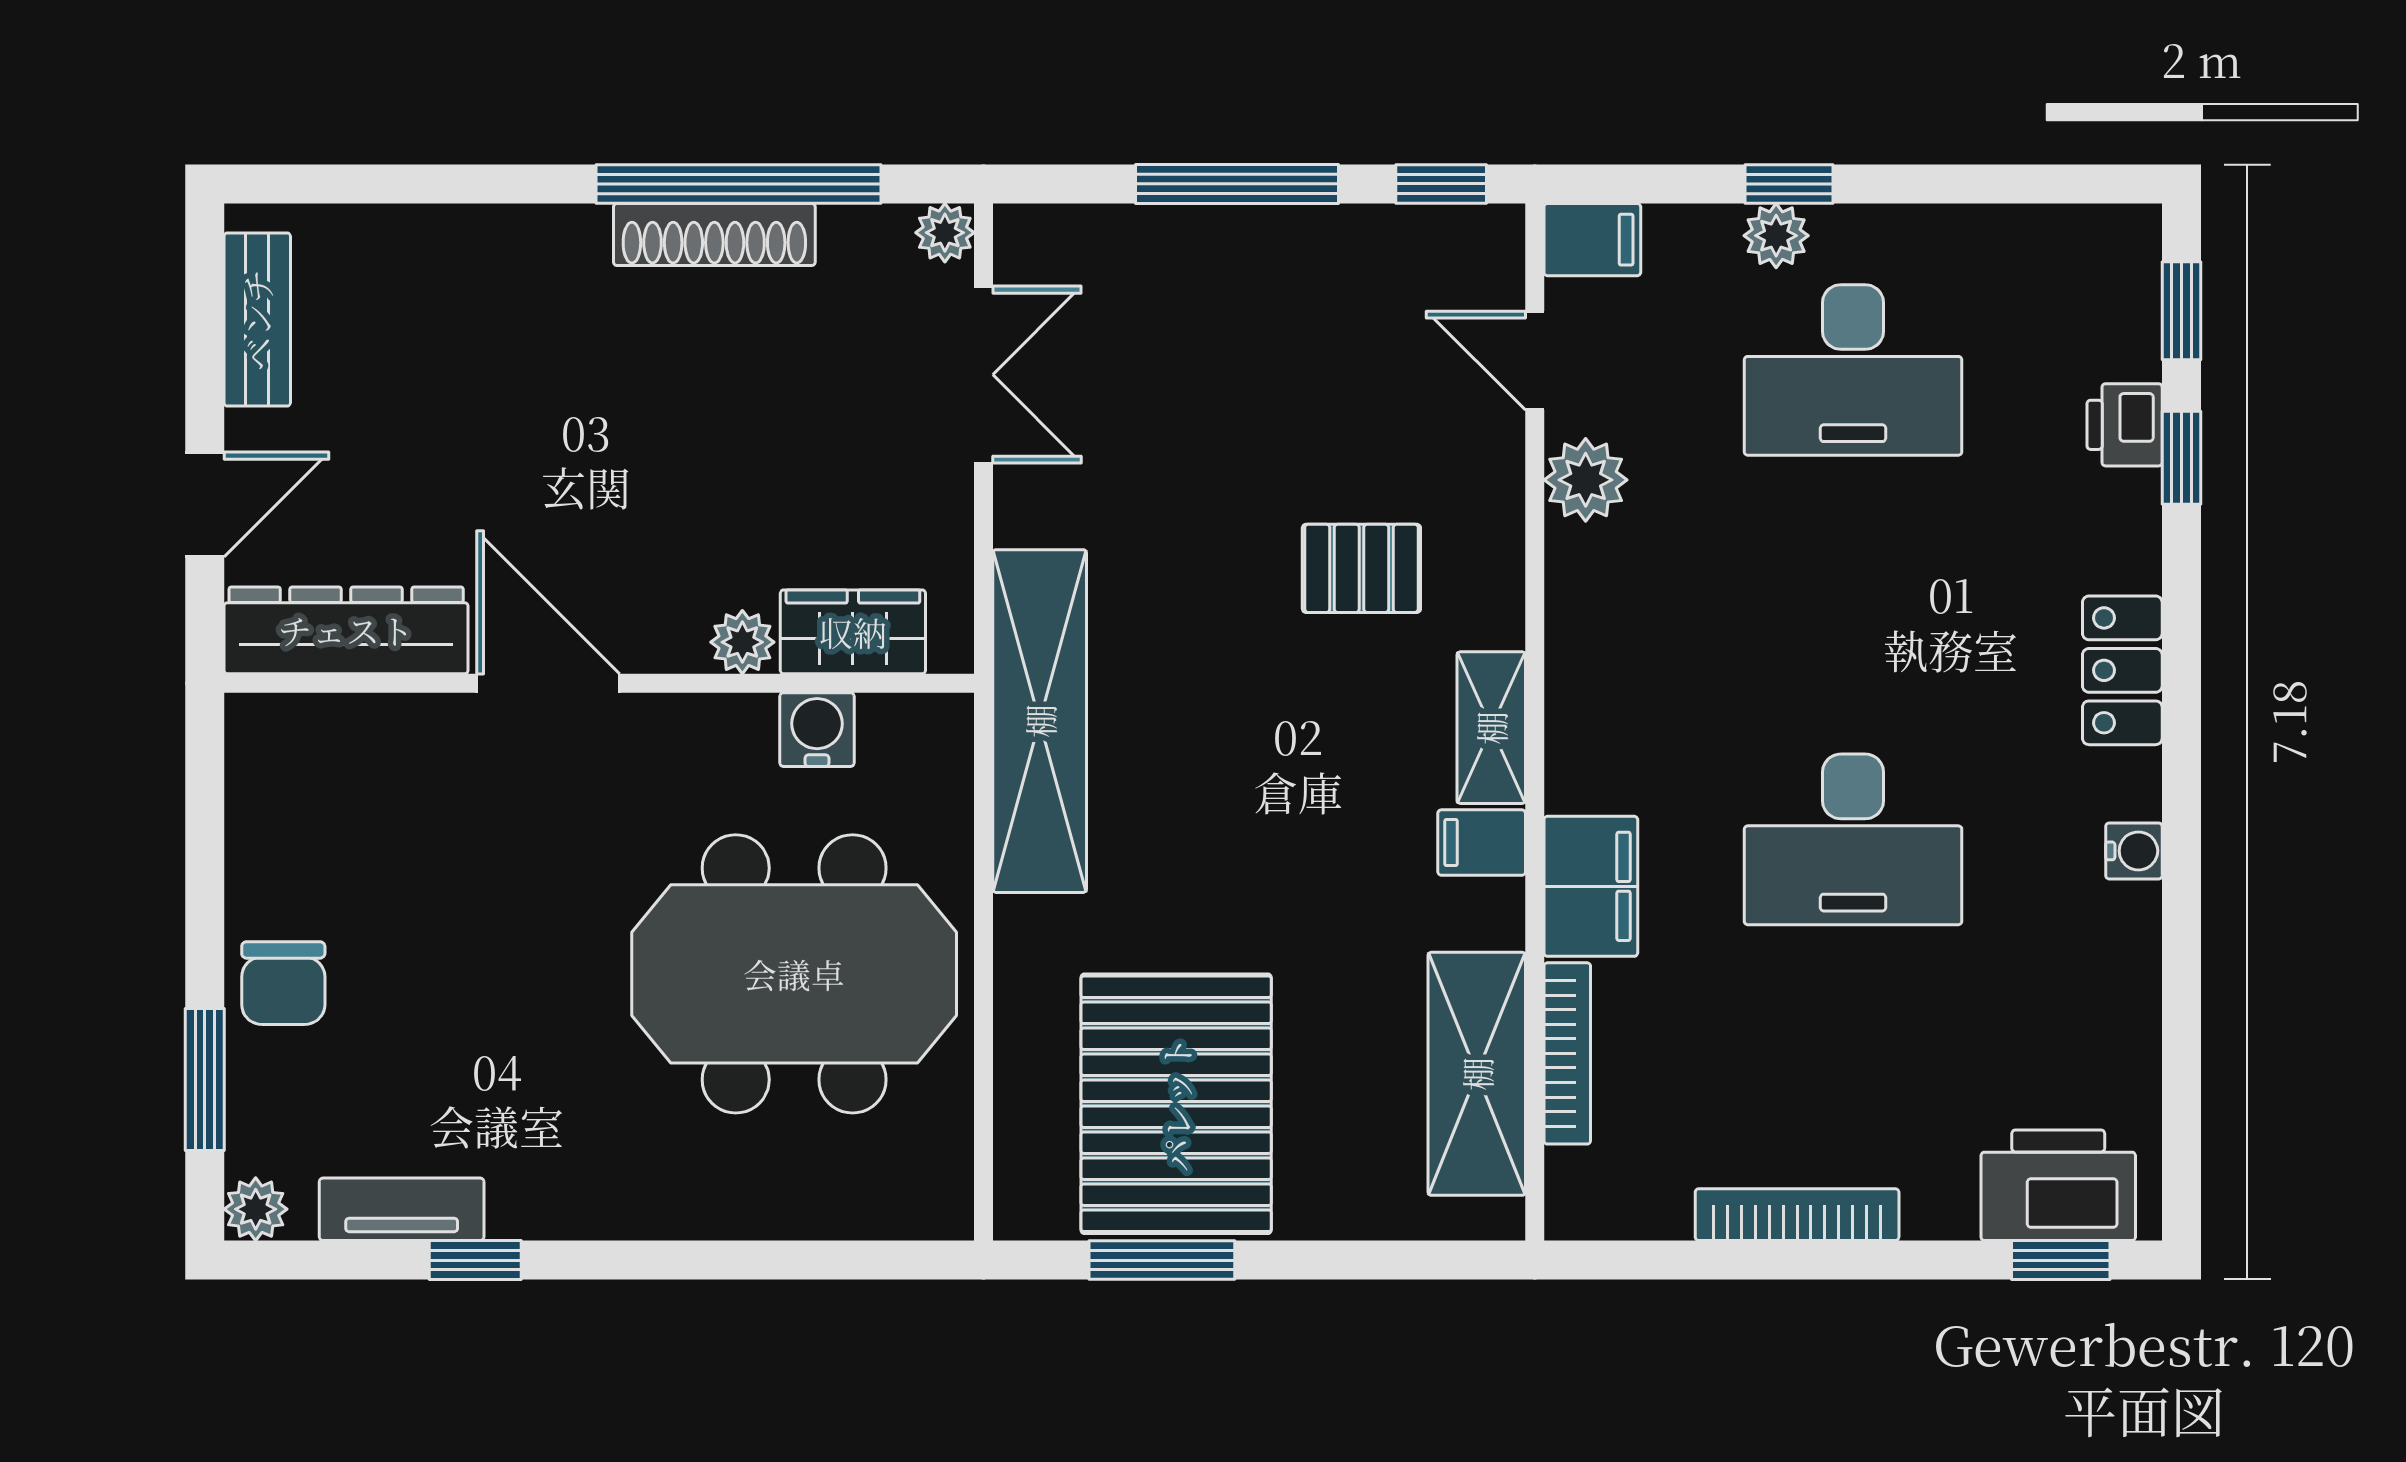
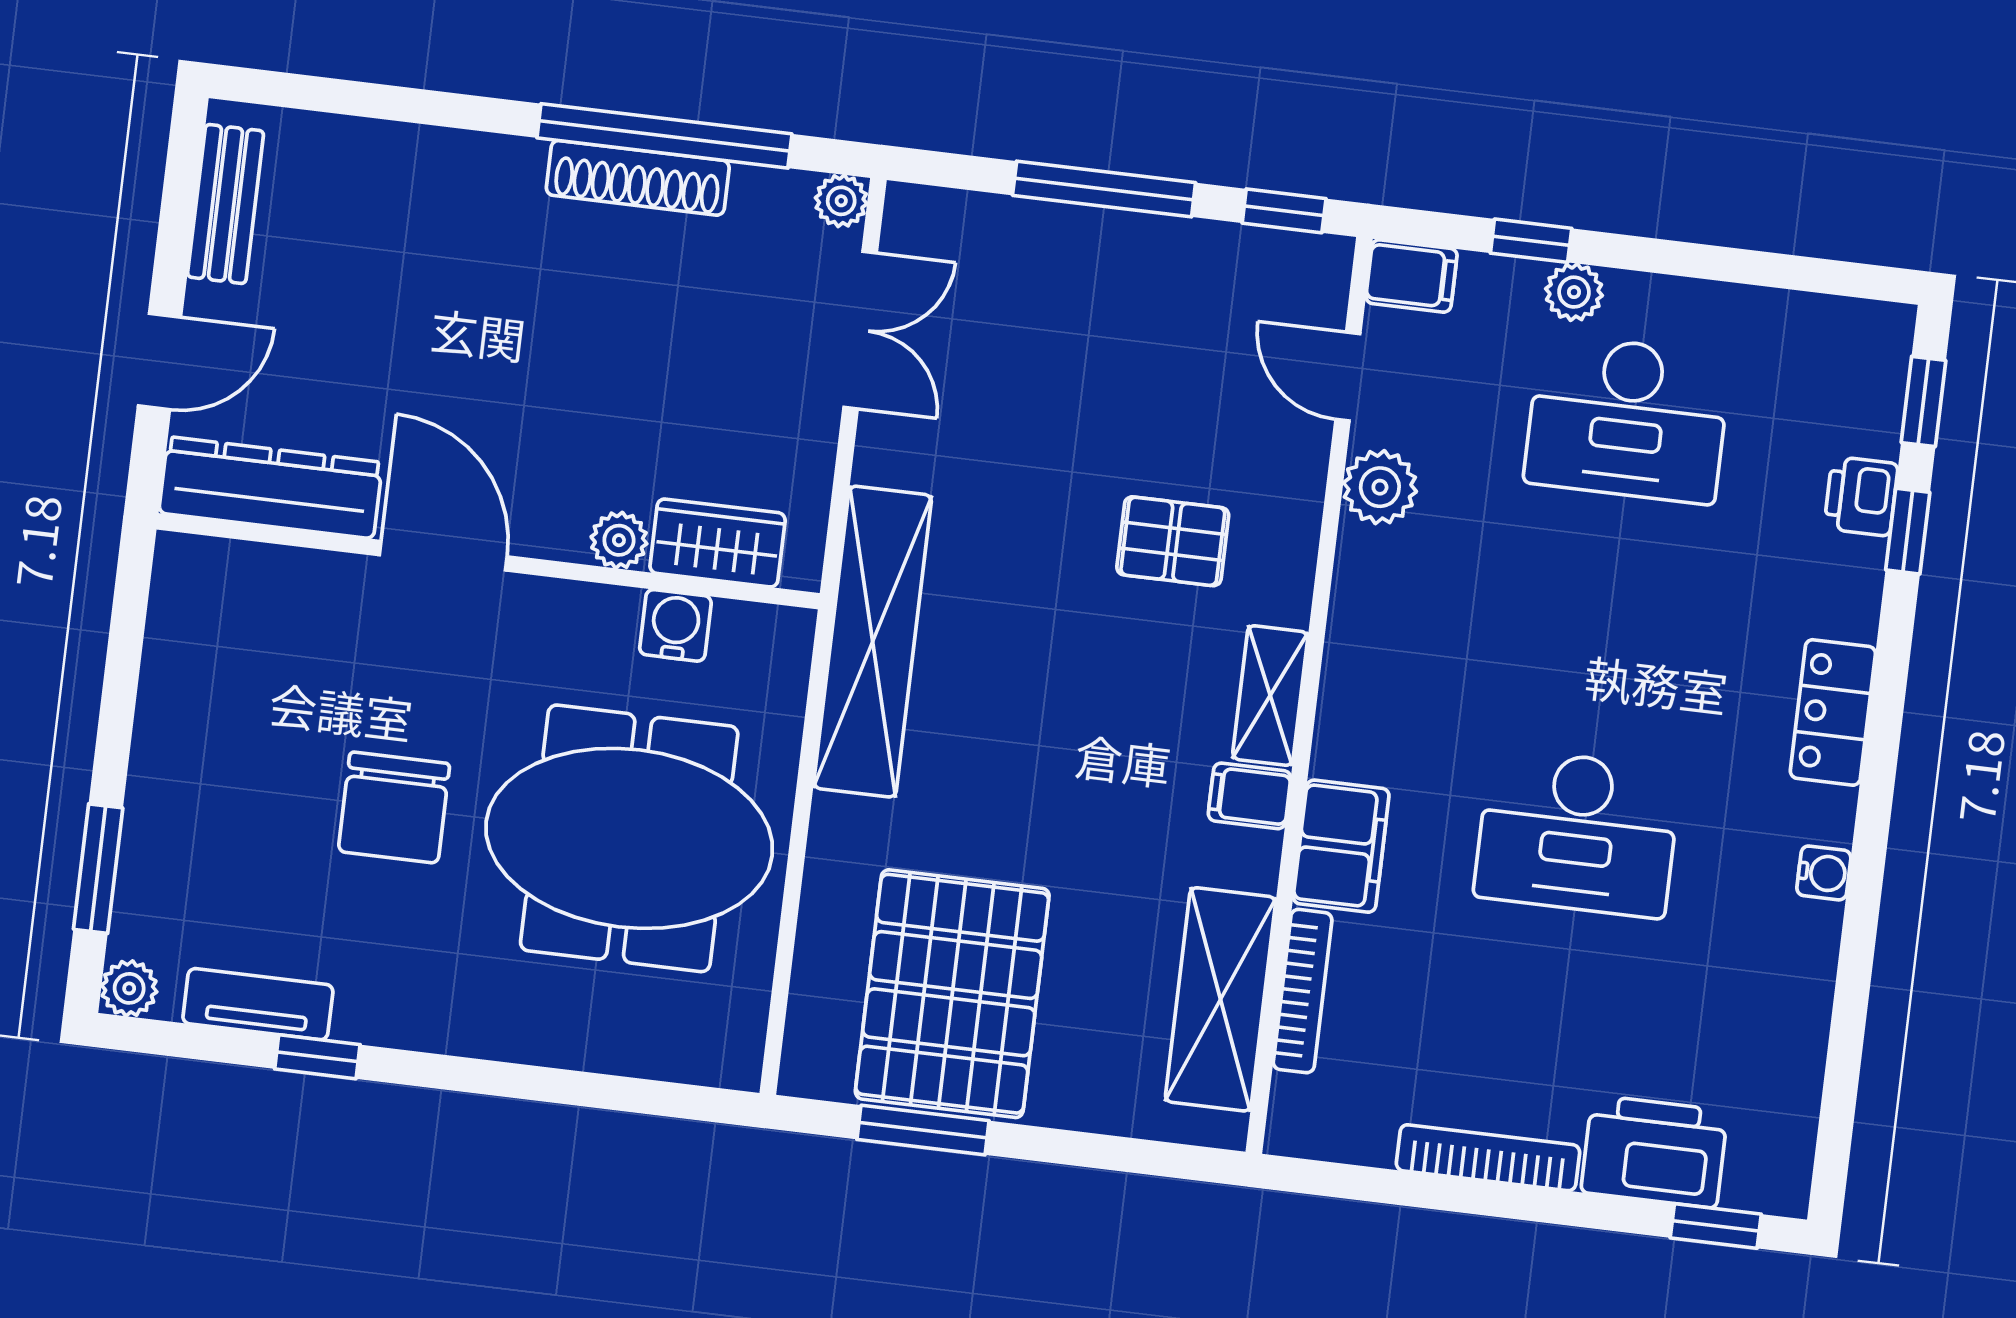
window: (1789, 184) -> (1531, 241), moved
chair: (283, 983) -> (394, 808), moved, width x1.37, depth x1.37
printer: (2058, 1185) -> (1654, 1152), moved

